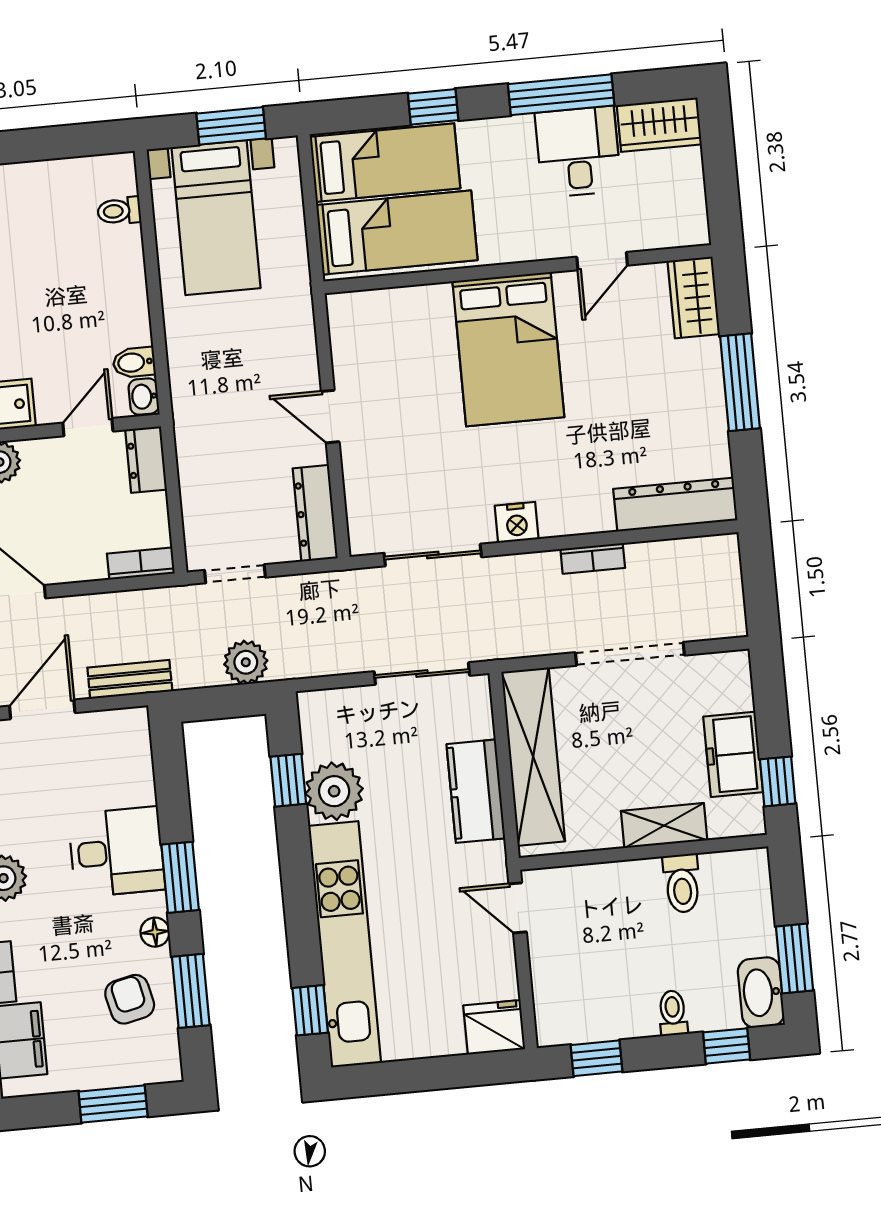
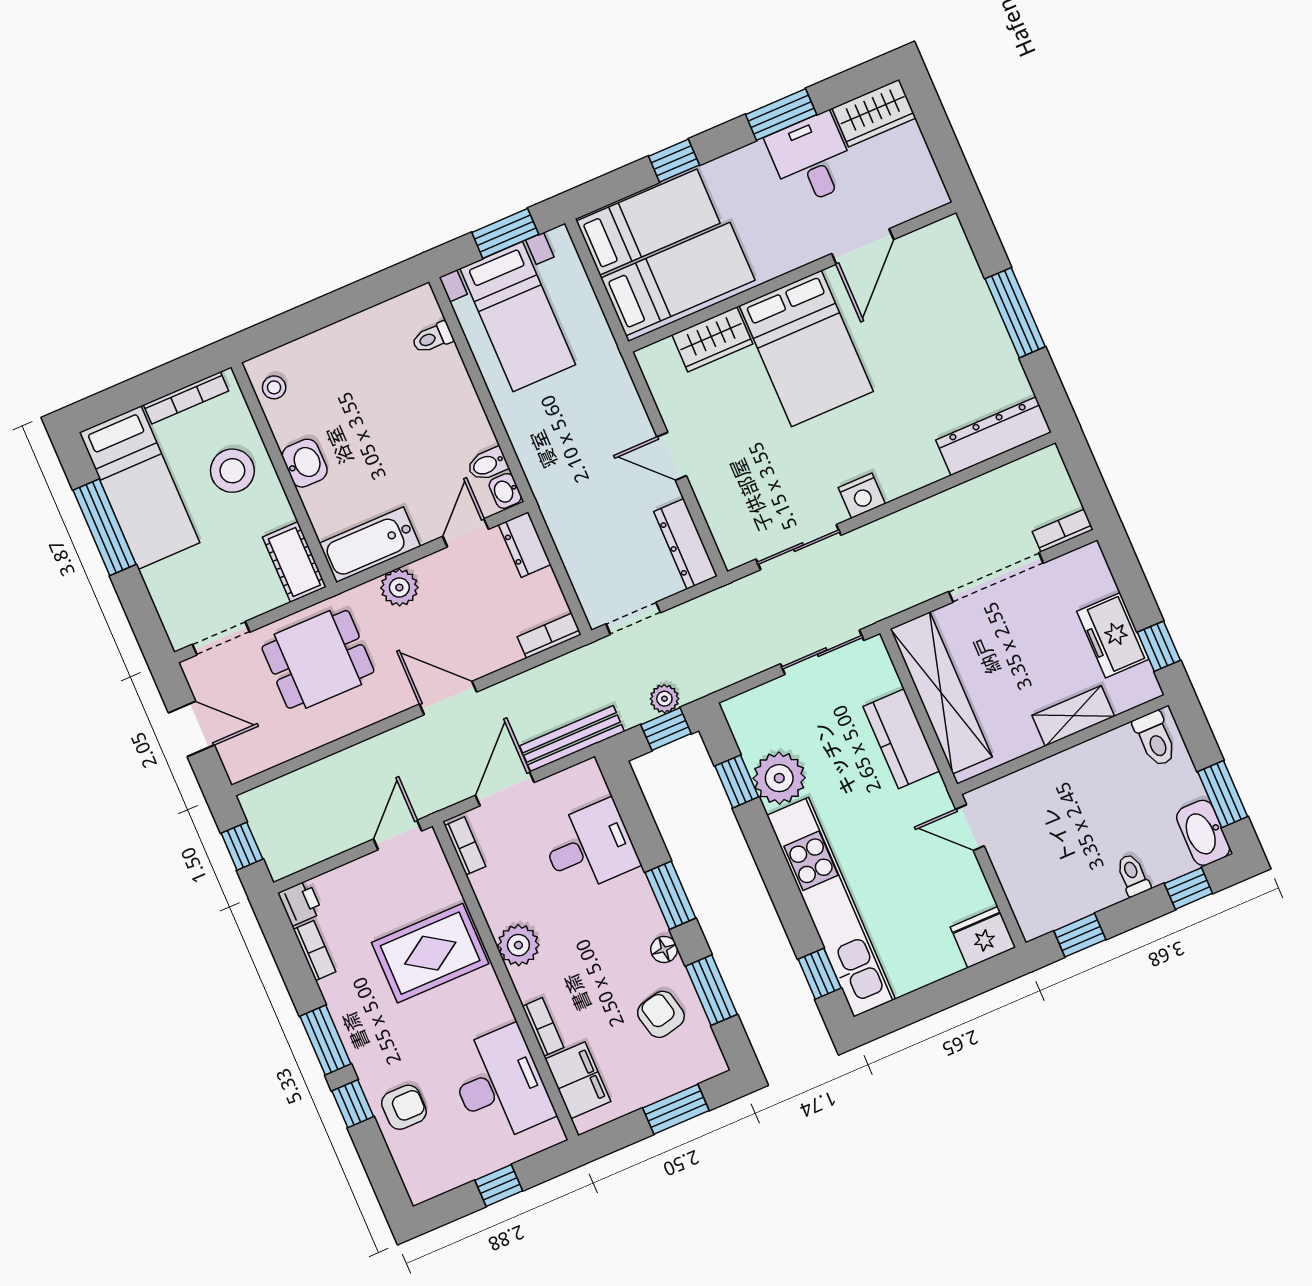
window: (561, 95) -> (781, 115), width x0.69
door: (602, 261) -> (863, 247), width x1.38
wardrobe: (694, 297) -> (712, 339), moved, turned -90
bookcase: (593, 558) -> (1063, 530), moved, turned 180
plant: (246, 662) -> (664, 699), width x0.73, depth x0.73
bench: (130, 679) -> (572, 739), width x1.36
window: (232, 701) -> (666, 729), added
desk: (117, 852) -> (590, 847), moved
toilet: (682, 883) -> (1155, 739), moved

